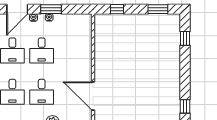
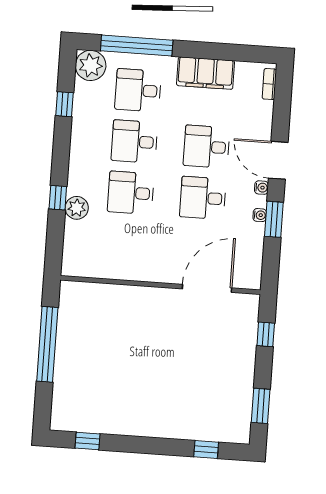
door: (93, 96) -> (207, 288), moved

